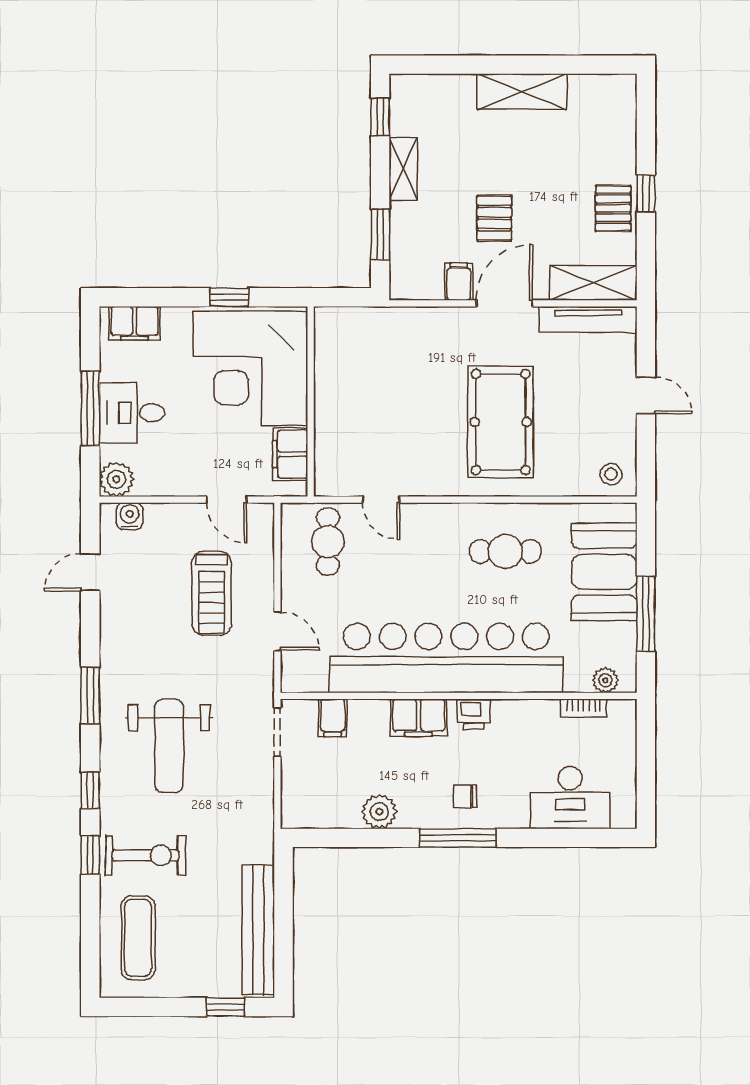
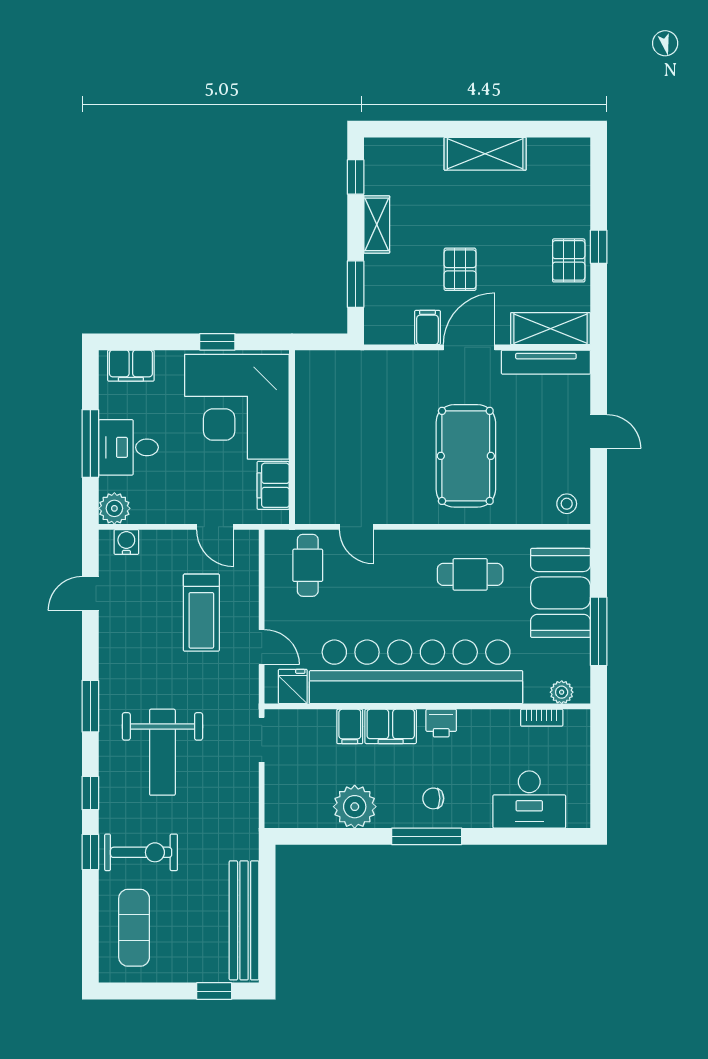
fridge: (312, 674) -> (293, 687), added
filing cabinet: (333, 718) -> (350, 726), moved
plant: (379, 812) -> (355, 807), width x1.36, depth x1.36

